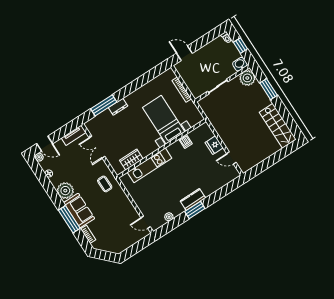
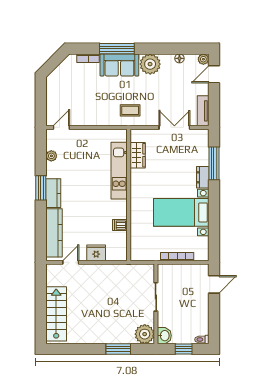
bed with nightstands: (164, 120) -> (181, 212), moved, turned 180
stairs: (278, 126) -> (56, 314), moved, turned 90
kitchen counter: (219, 182) -> (54, 233), added

